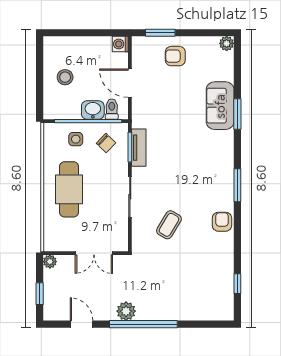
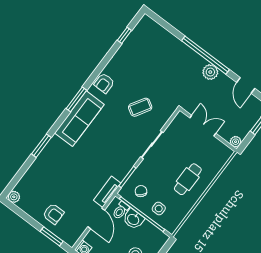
sofa: (220, 106) -> (79, 119), moved, width x1.36
tv unit: (139, 148) -> (107, 192), moved
cafe table: (69, 189) -> (188, 179), width x0.73, depth x0.74

